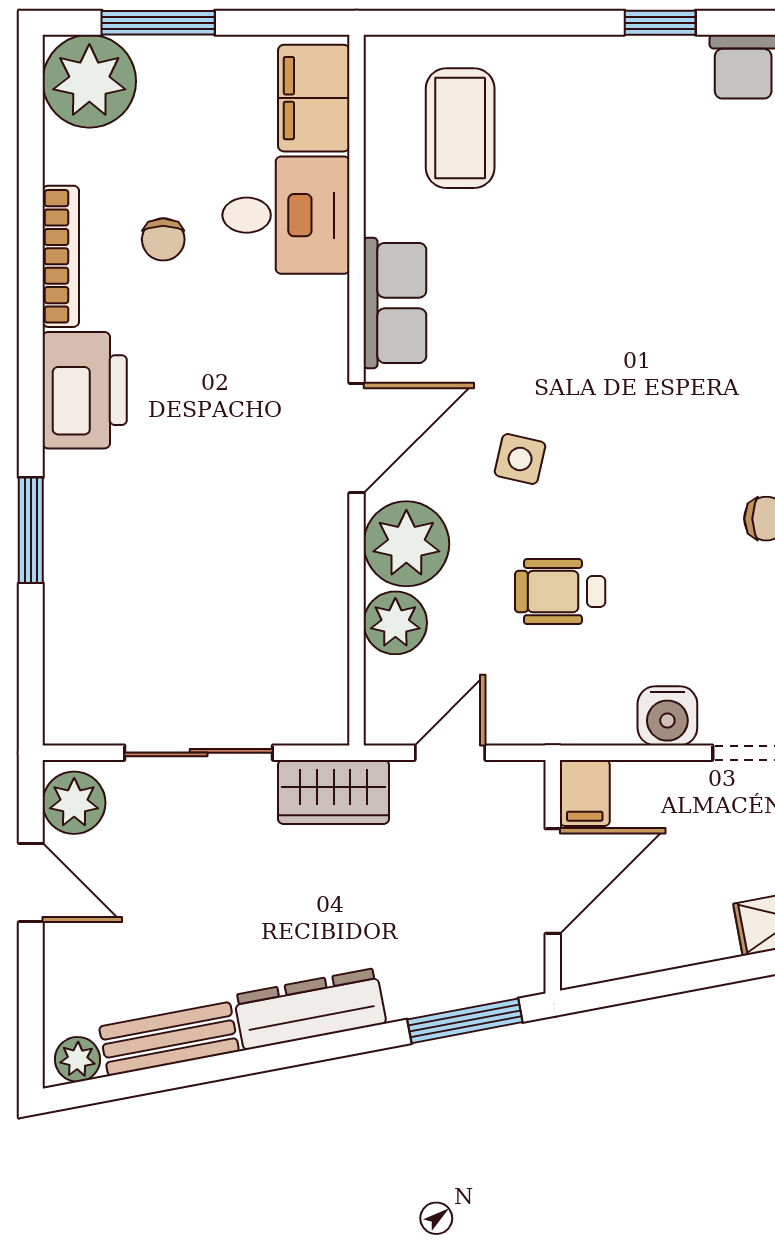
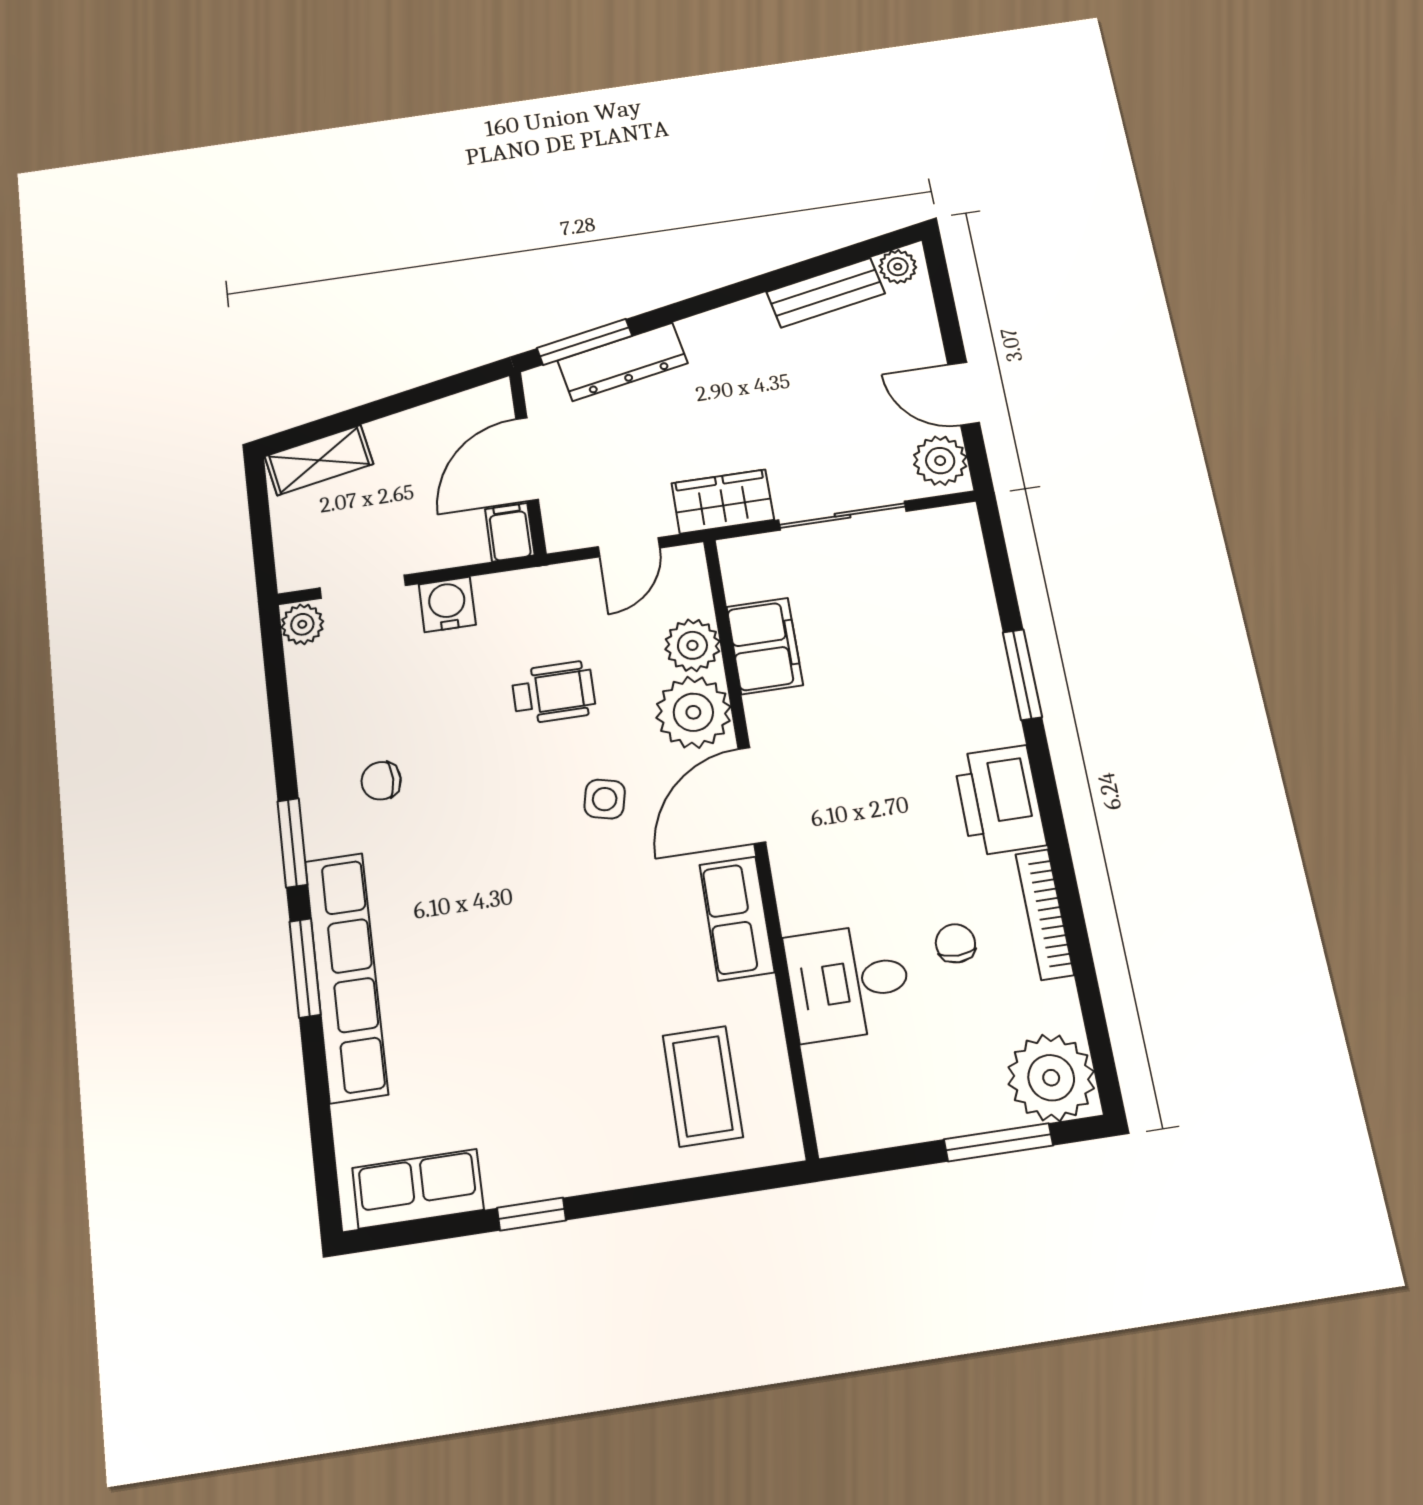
filing cabinet: (314, 98) -> (765, 646), moved
dresser: (310, 1009) -> (623, 362), moved

